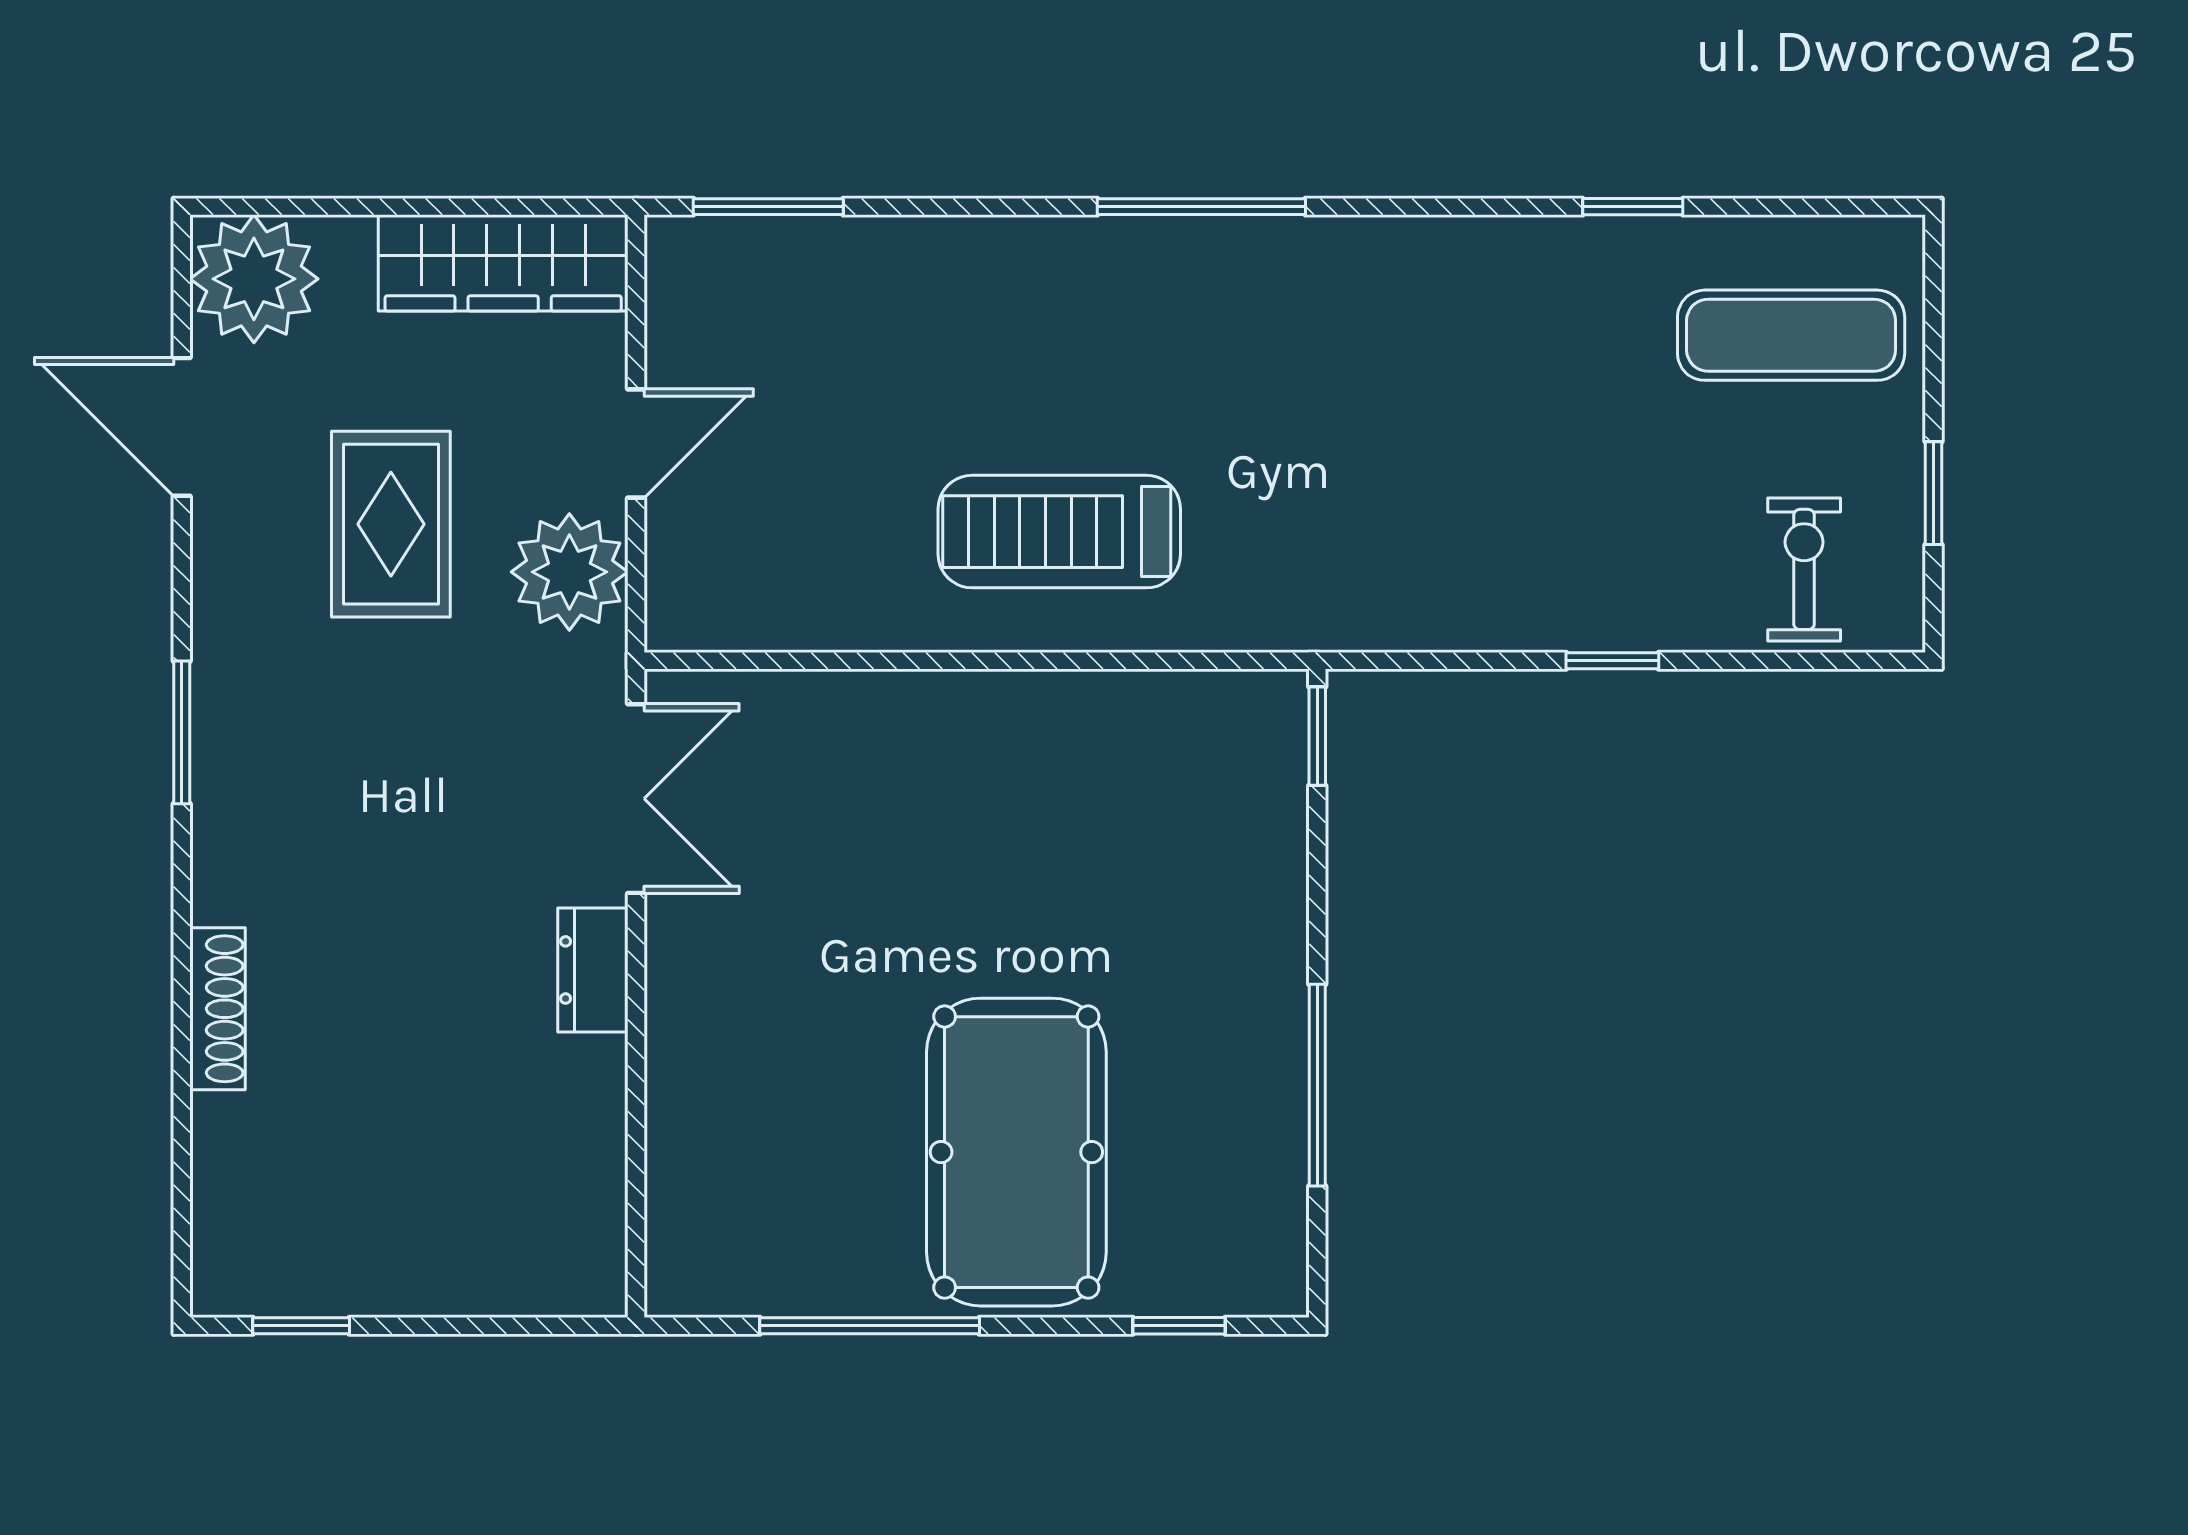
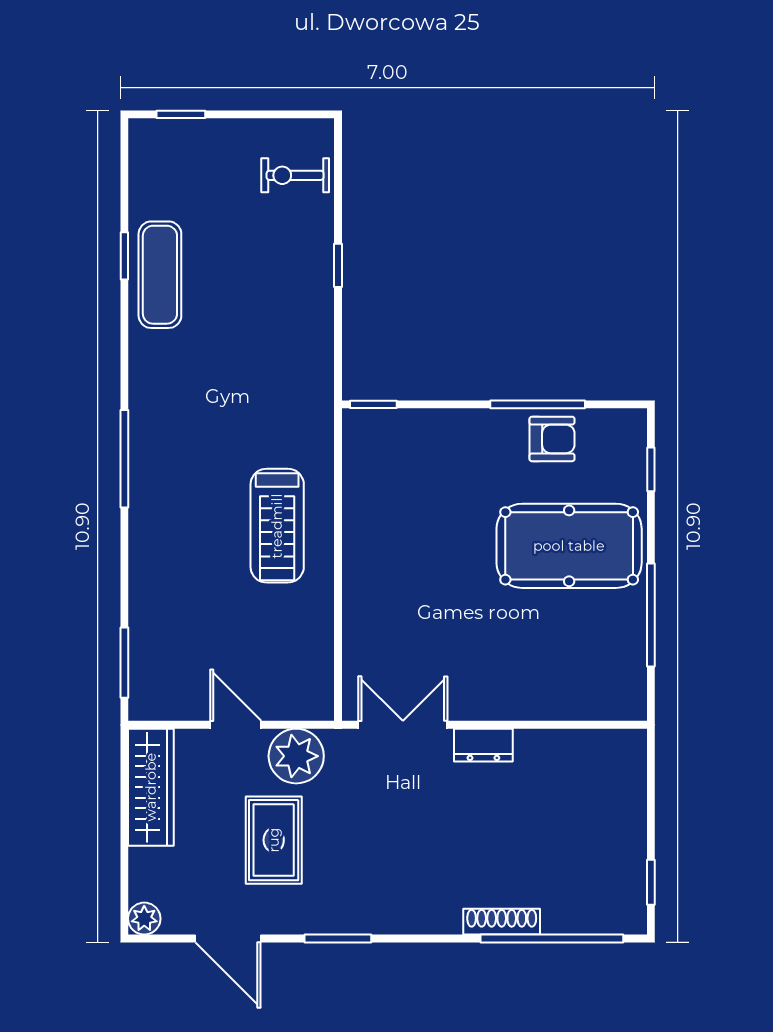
plant: (254, 279) -> (144, 919), width x0.53, depth x0.53
exercise mat: (1791, 335) -> (160, 275), moved
door: (182, 427) -> (228, 938), hinge flipped
window: (1934, 493) -> (181, 114), moved
rug: (391, 524) -> (274, 840), turned 90
window: (182, 732) -> (338, 938), moved
window: (182, 1115) -> (552, 938), added
armchair: (1244, 1116) -> (552, 439), added

